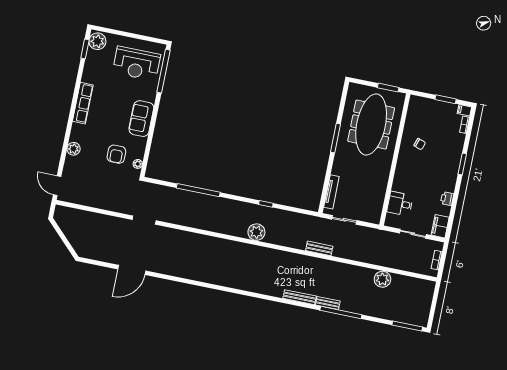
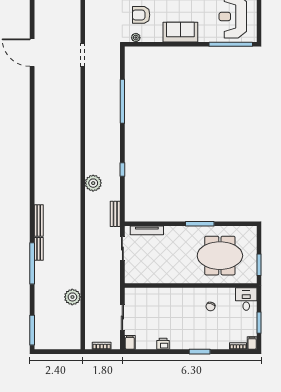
meeting table: (371, 124) -> (220, 256), width x0.73
desk: (400, 204) -> (246, 299), moved
filing cabinet: (440, 226) -> (130, 342), width x0.50
plant: (256, 232) -> (93, 183), moved
bench: (319, 248) -> (115, 214), moved

